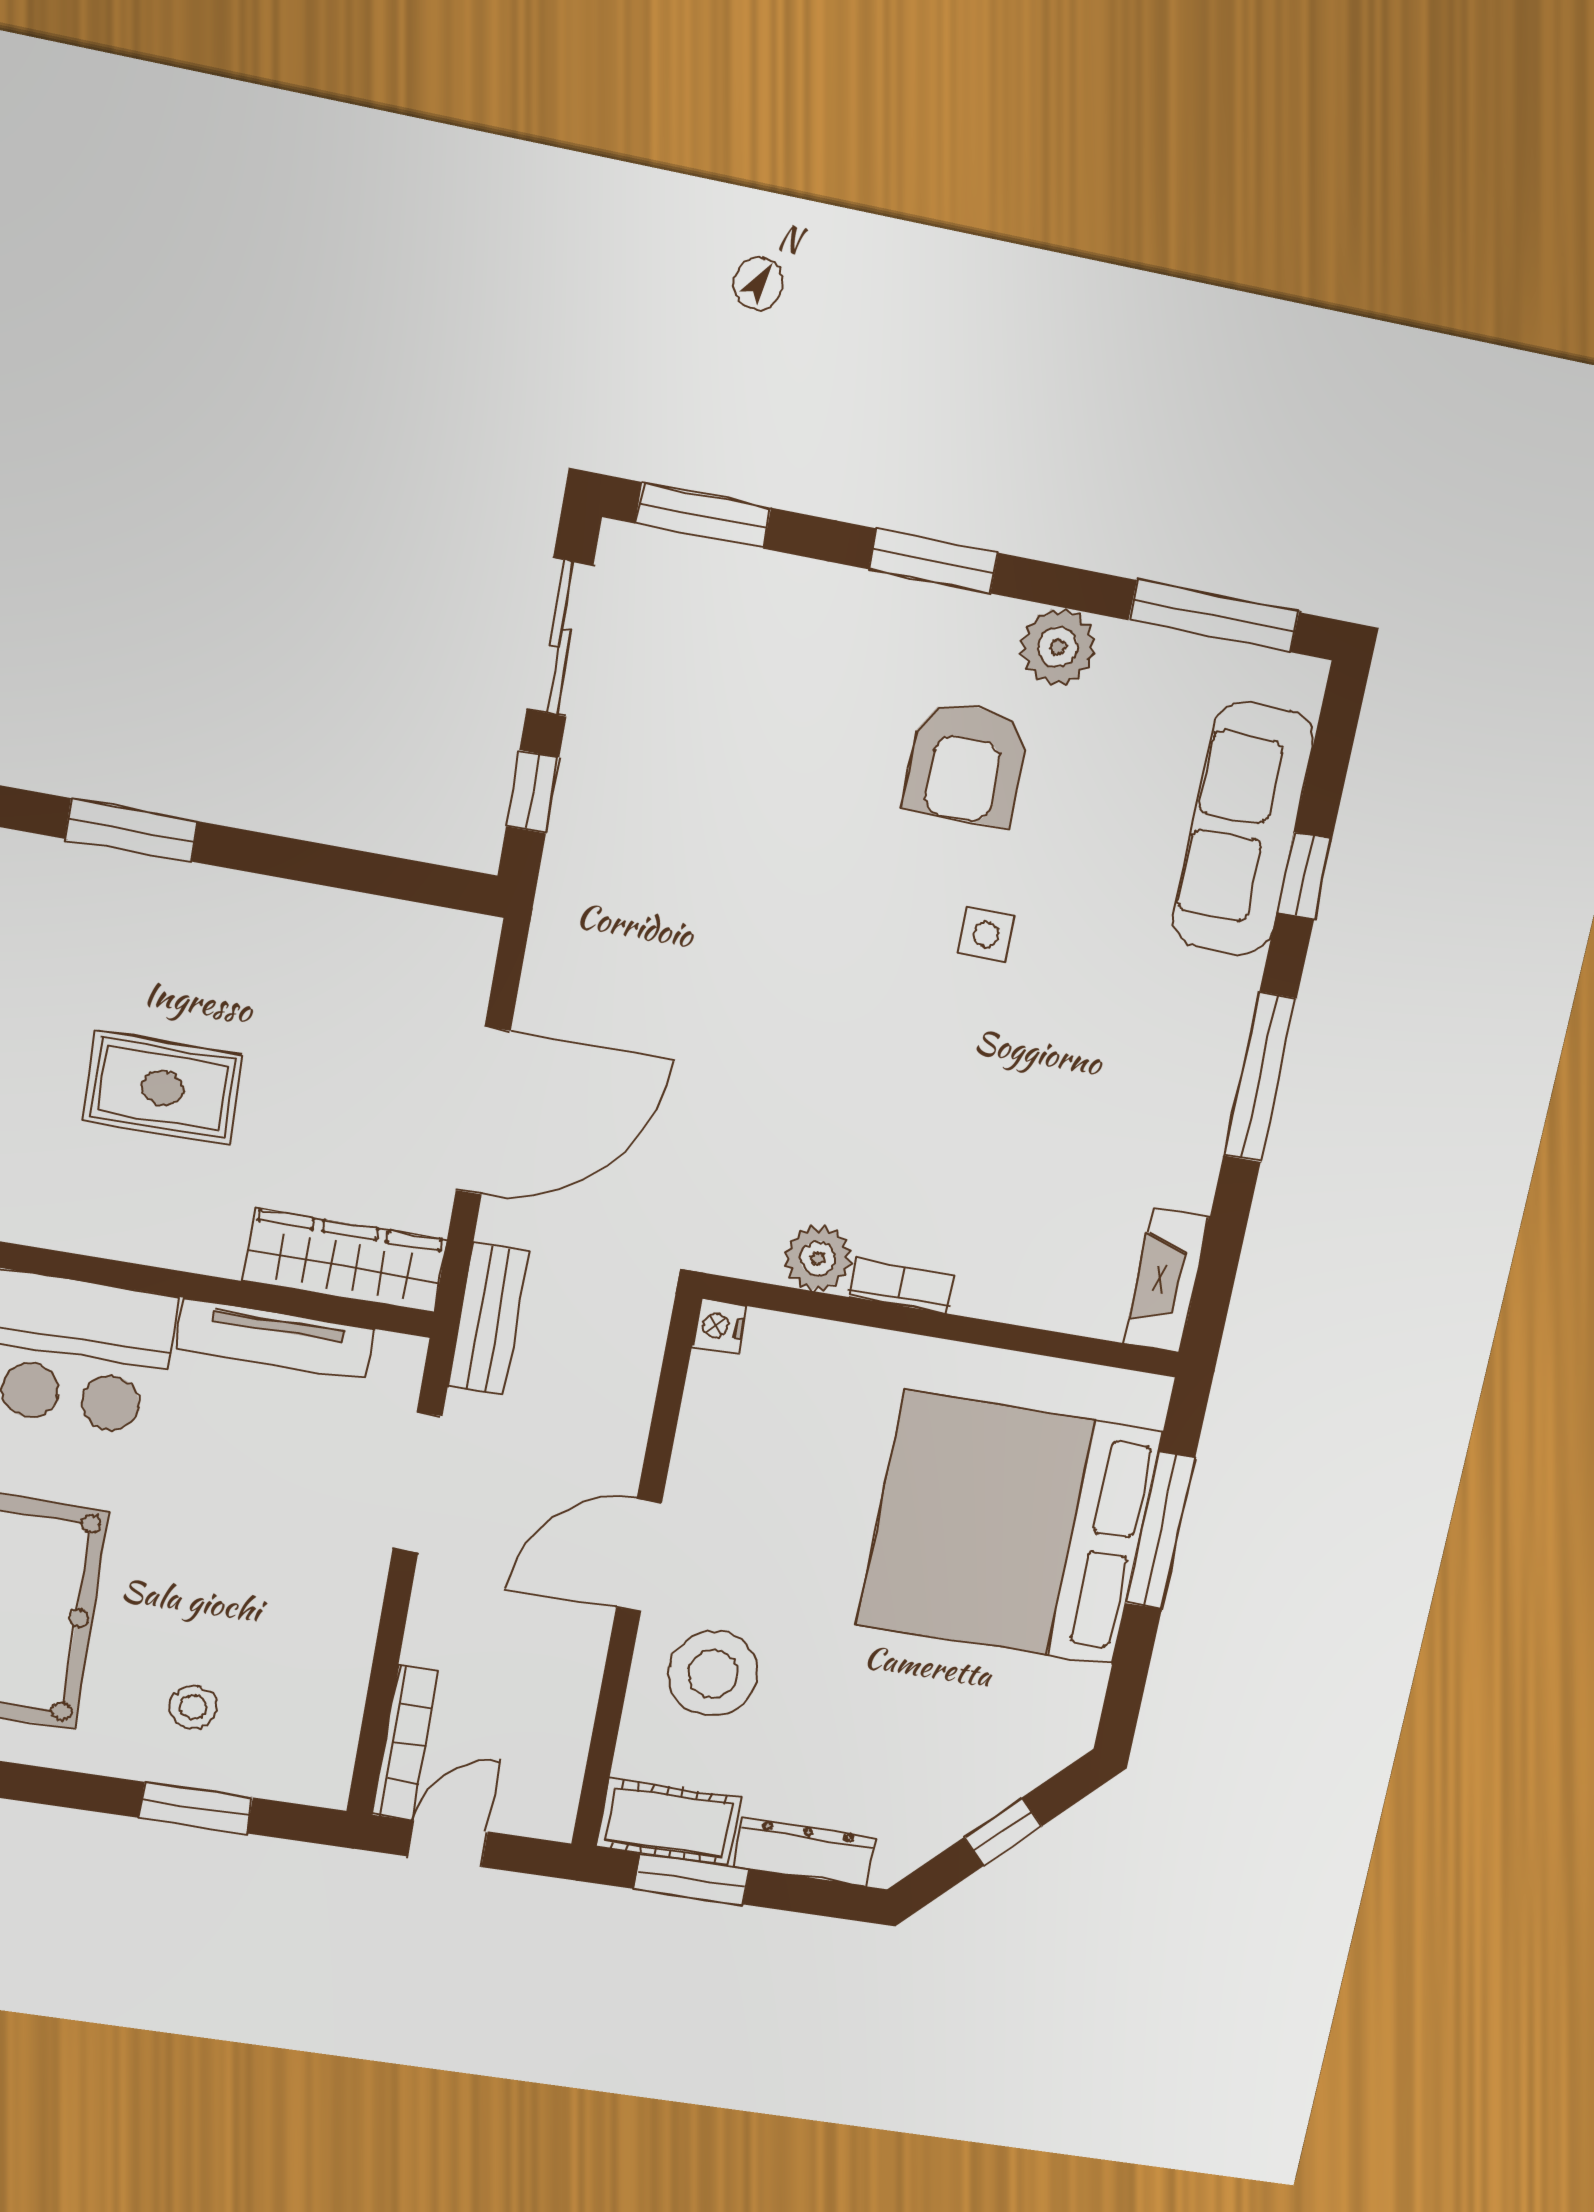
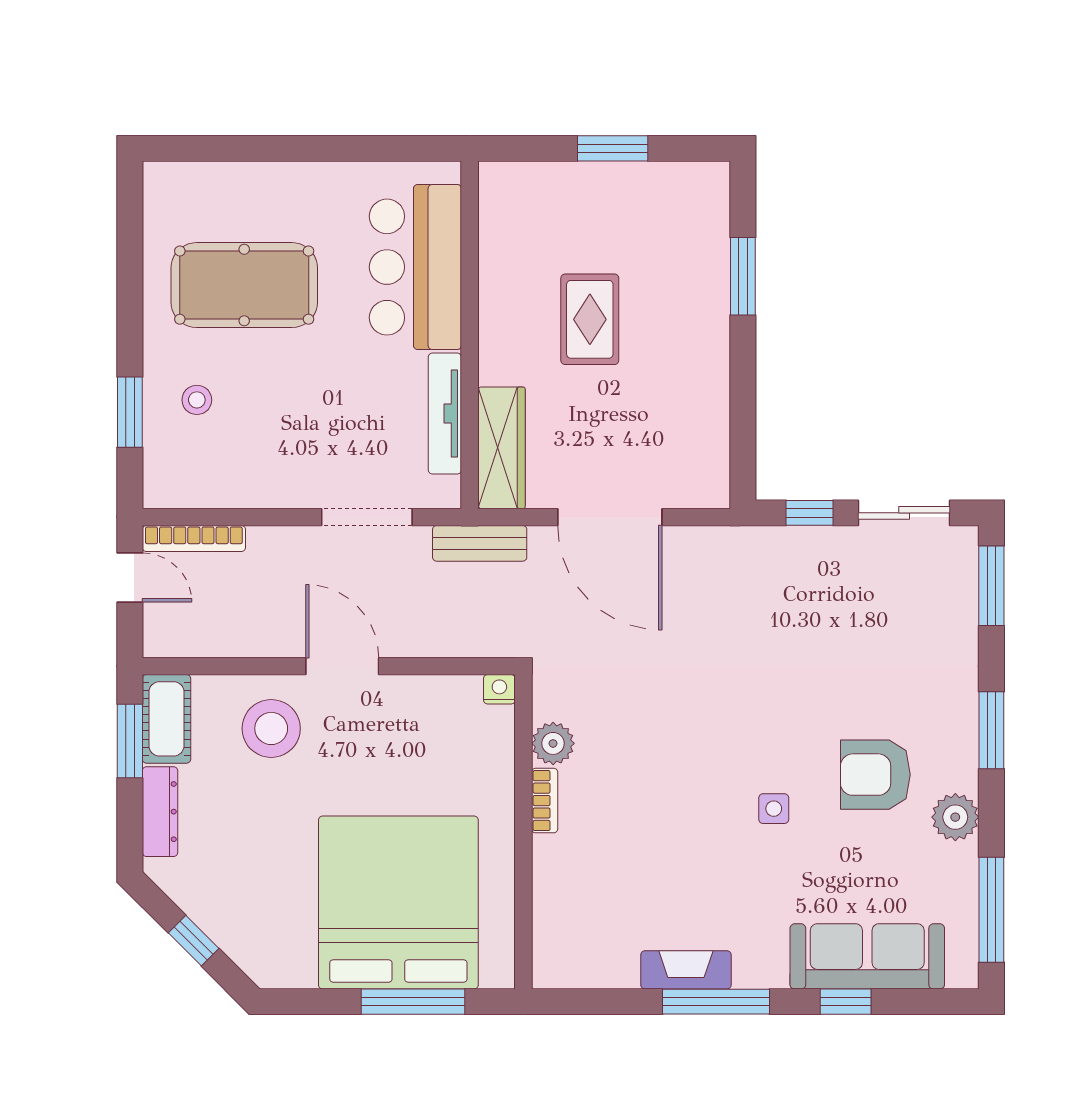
fireplace: (1166, 1280) -> (686, 970), moved

